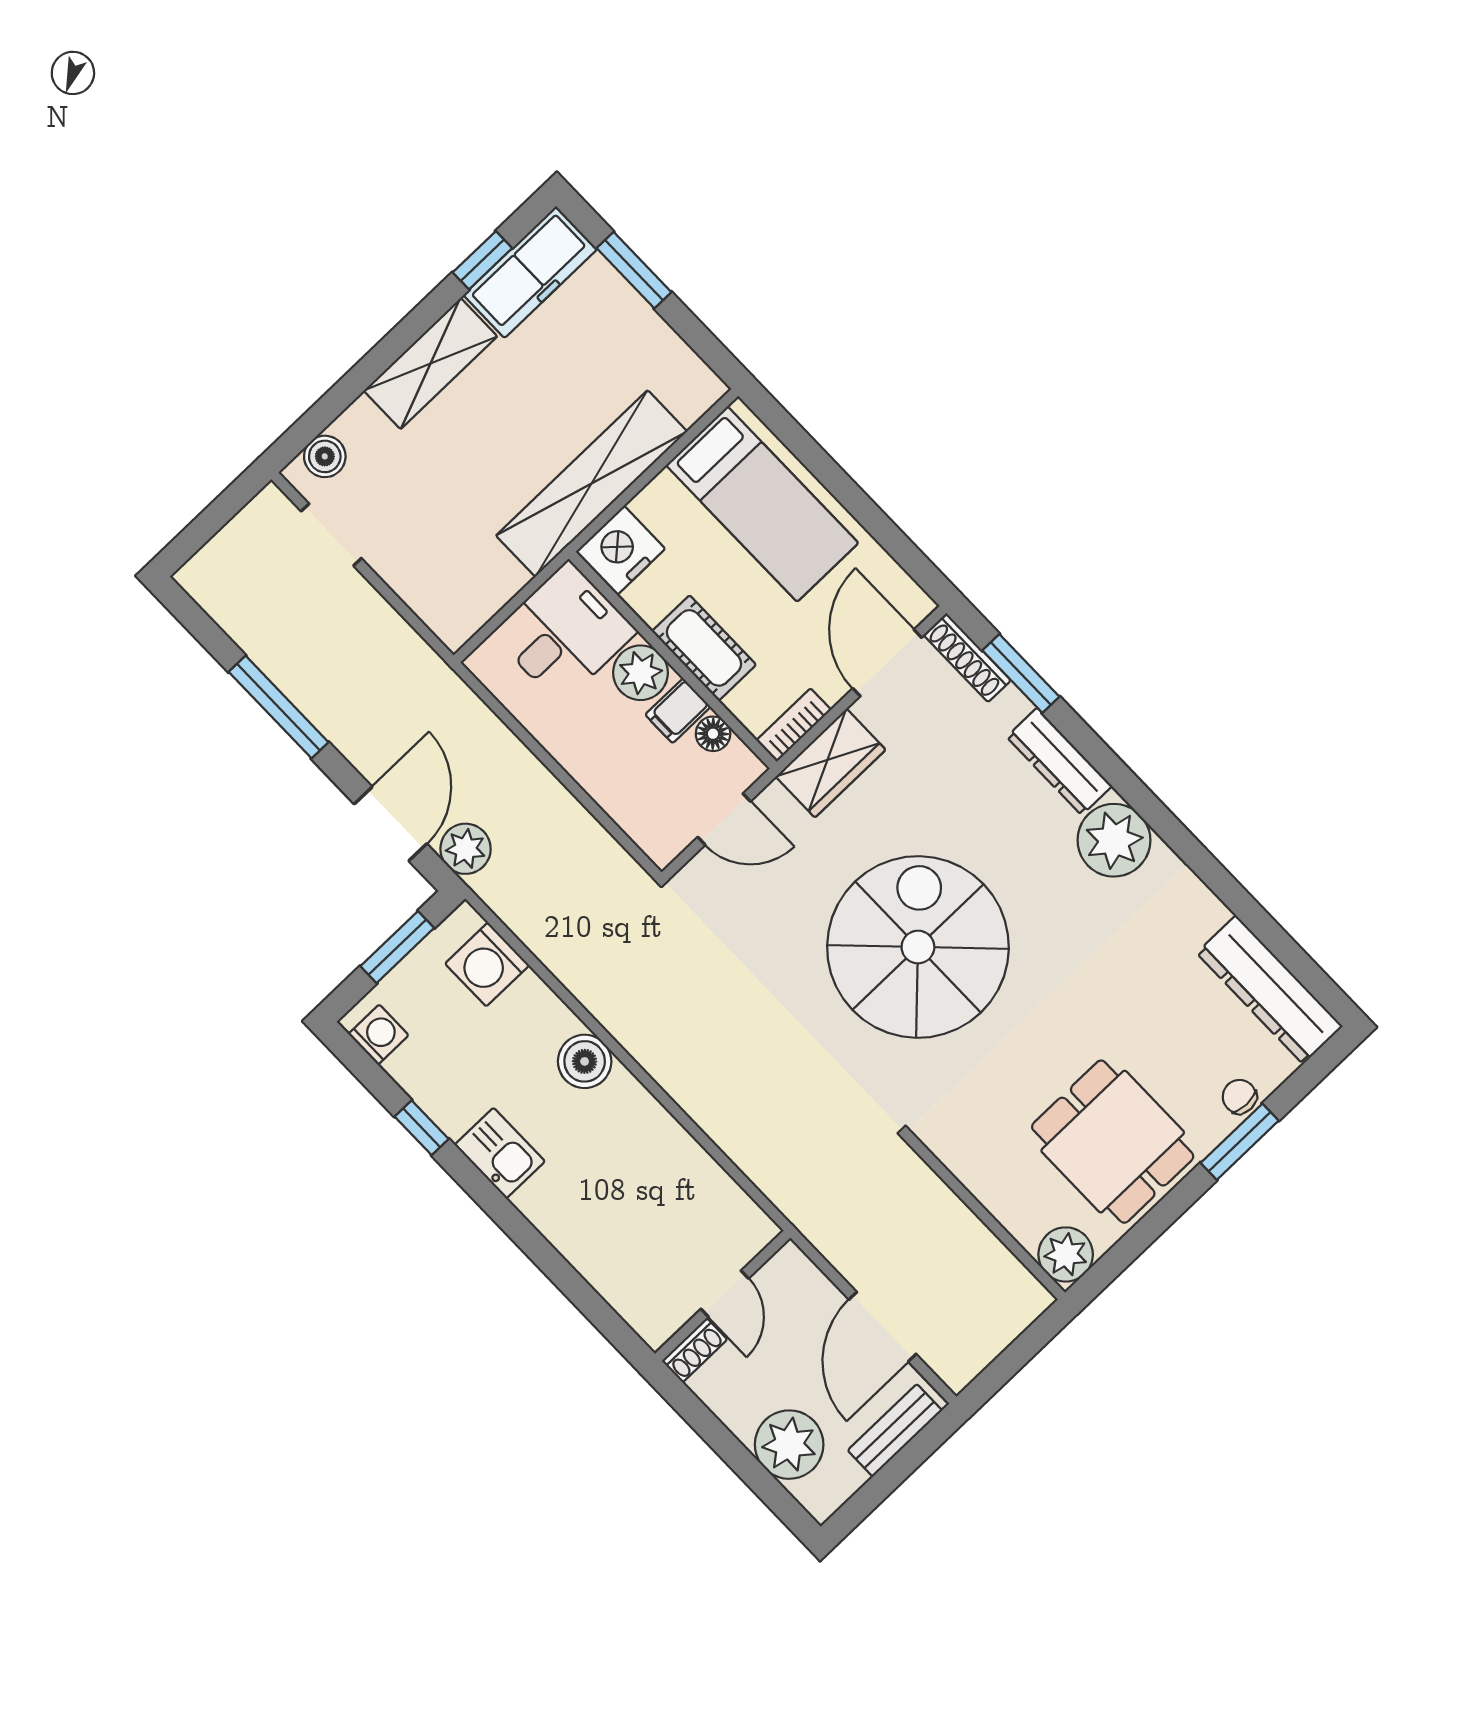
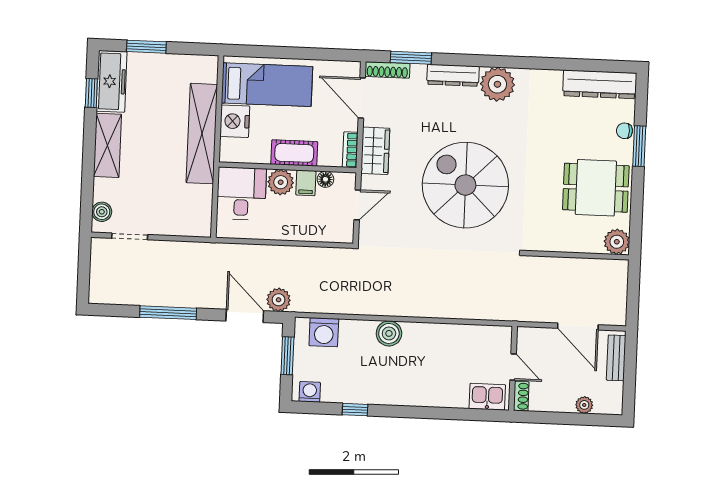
nightstand: (620, 550) -> (235, 121), moved
kitchen sink: (500, 1153) -> (487, 397), moved
plant: (789, 1445) -> (584, 405), width x0.53, depth x0.53

